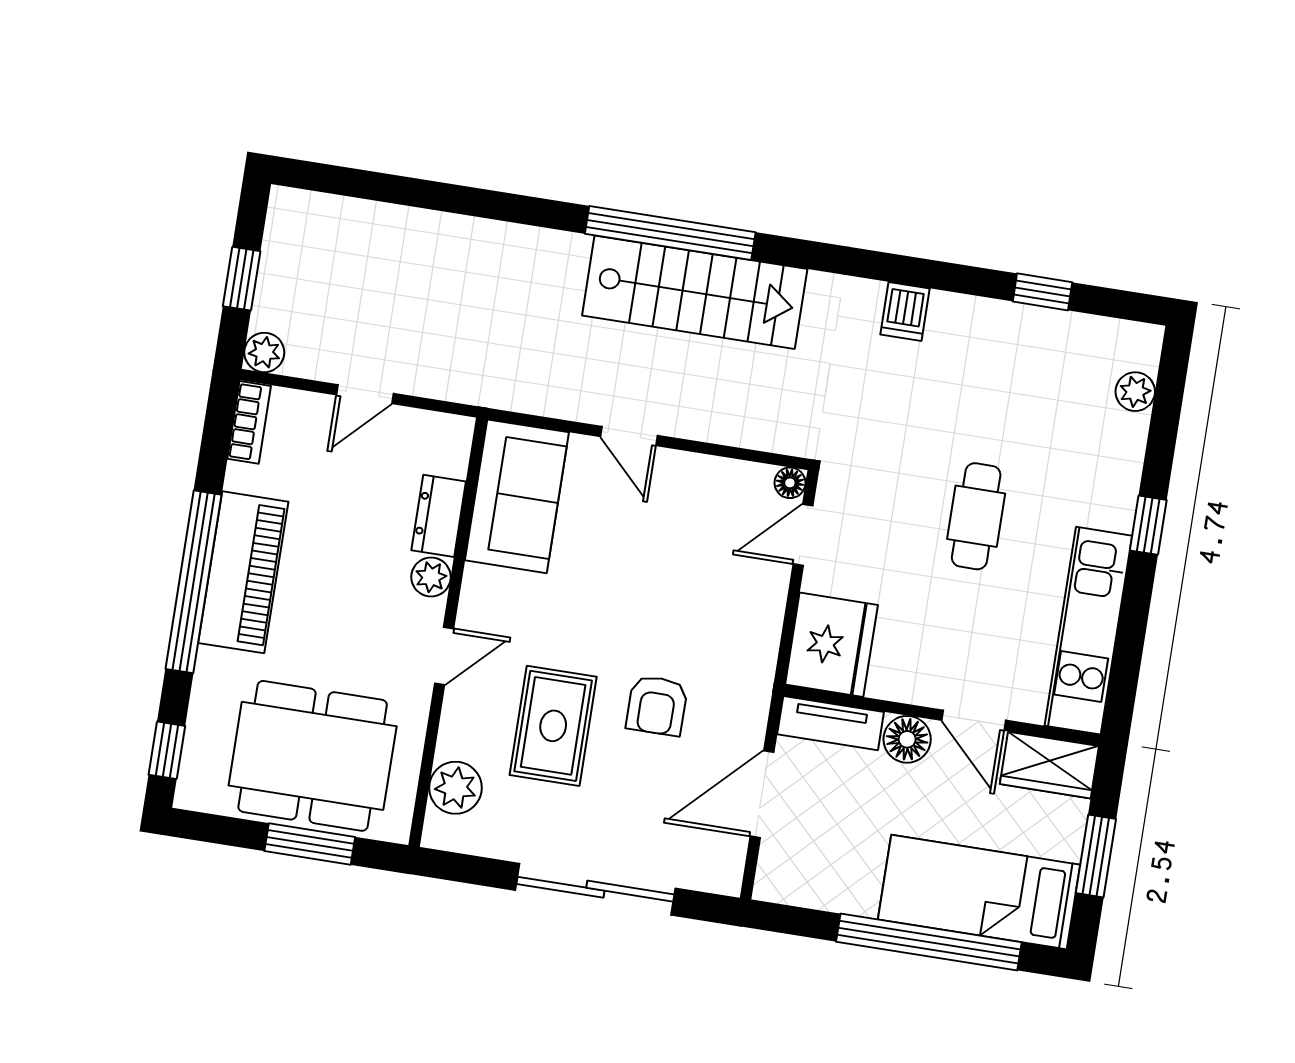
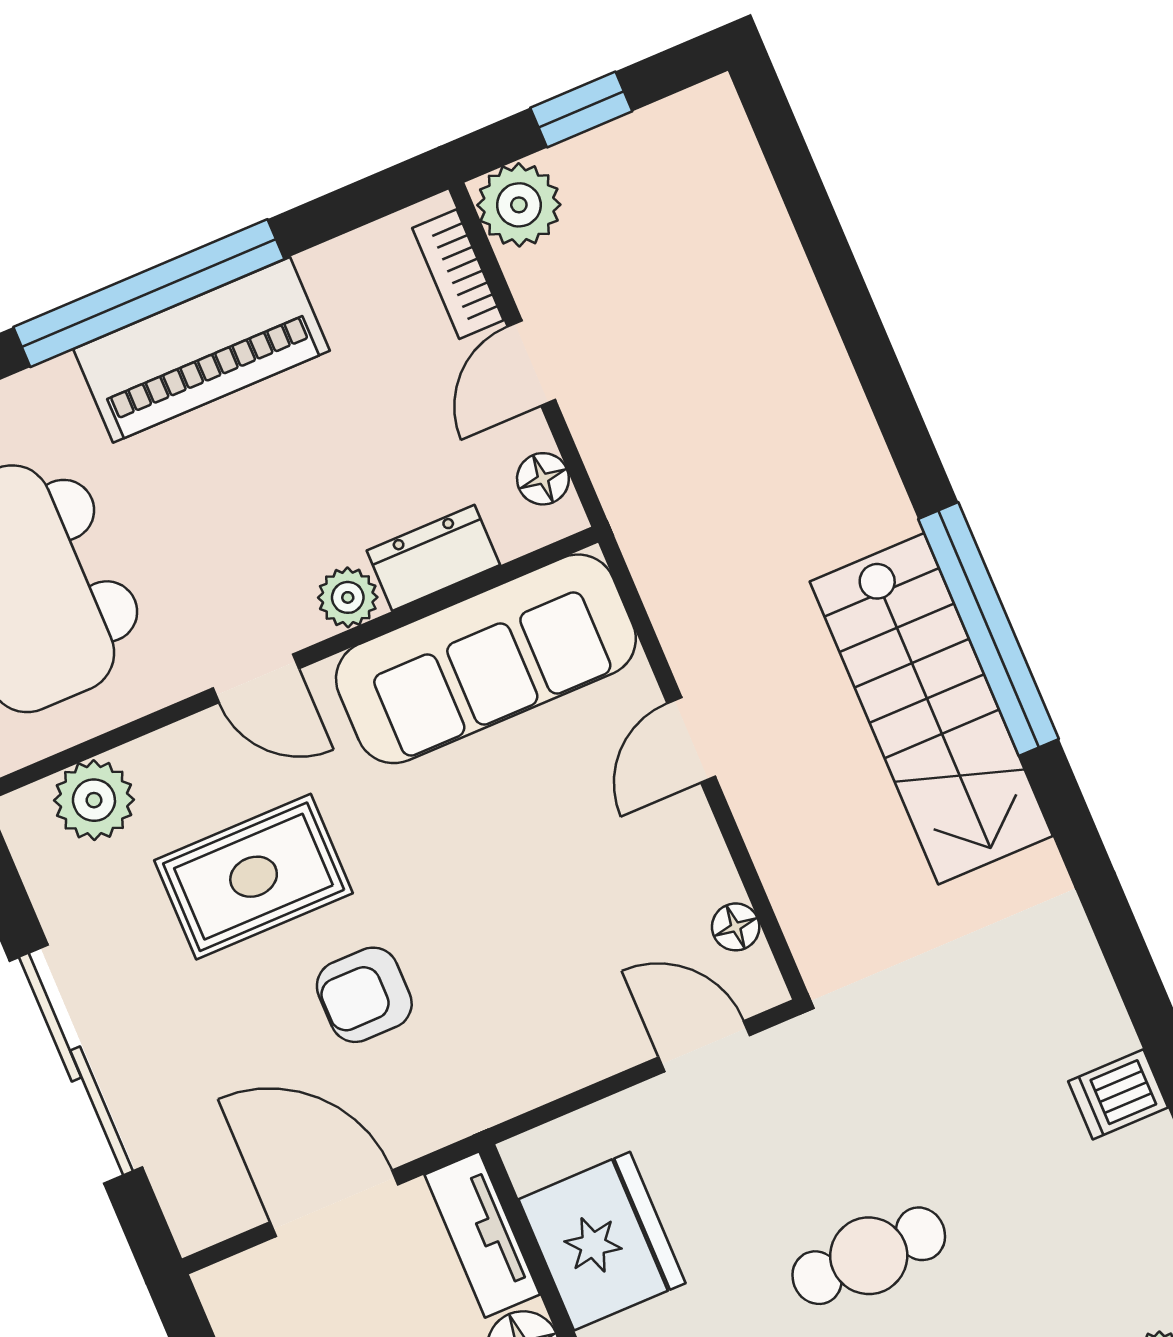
dishwasher: (905, 311) -> (1118, 1094), moved
plant: (264, 352) -> (519, 205), width x1.38, depth x1.38
door: (365, 394) -> (531, 363), hinge flipped
bookcase: (249, 422) -> (458, 274), moved, turned 90
floor lamp: (433, 428) -> (543, 479), added
floor lamp: (790, 483) -> (736, 927), moved
sofa: (517, 496) -> (486, 659), width x1.36
fridge: (831, 645) -> (602, 1241), moved, turned -90

